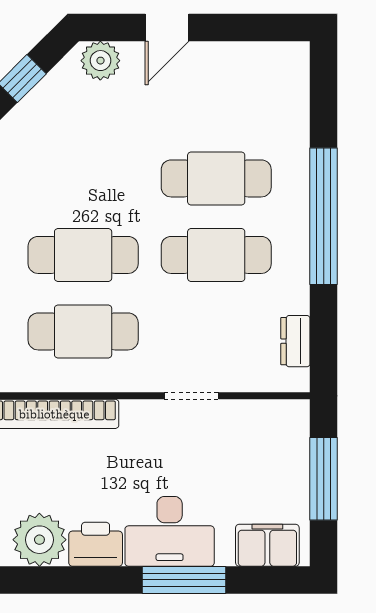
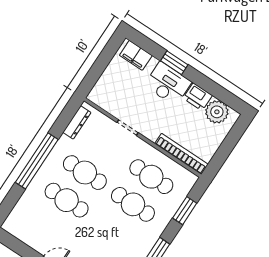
dresser: (295, 341) -> (77, 122), width x1.44
window: (324, 479) -> (100, 66), removed
window: (184, 580) -> (174, 63), width x0.69

